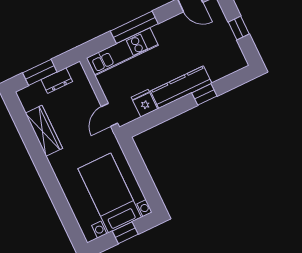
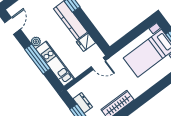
plant: (160, 30) -> (36, 42), added

